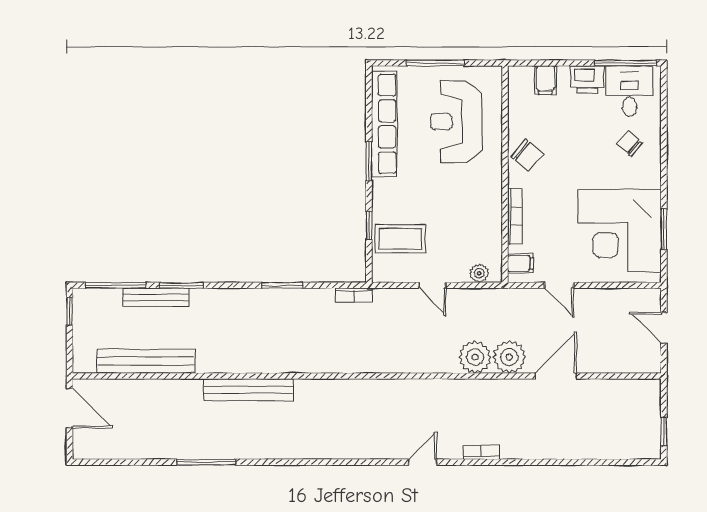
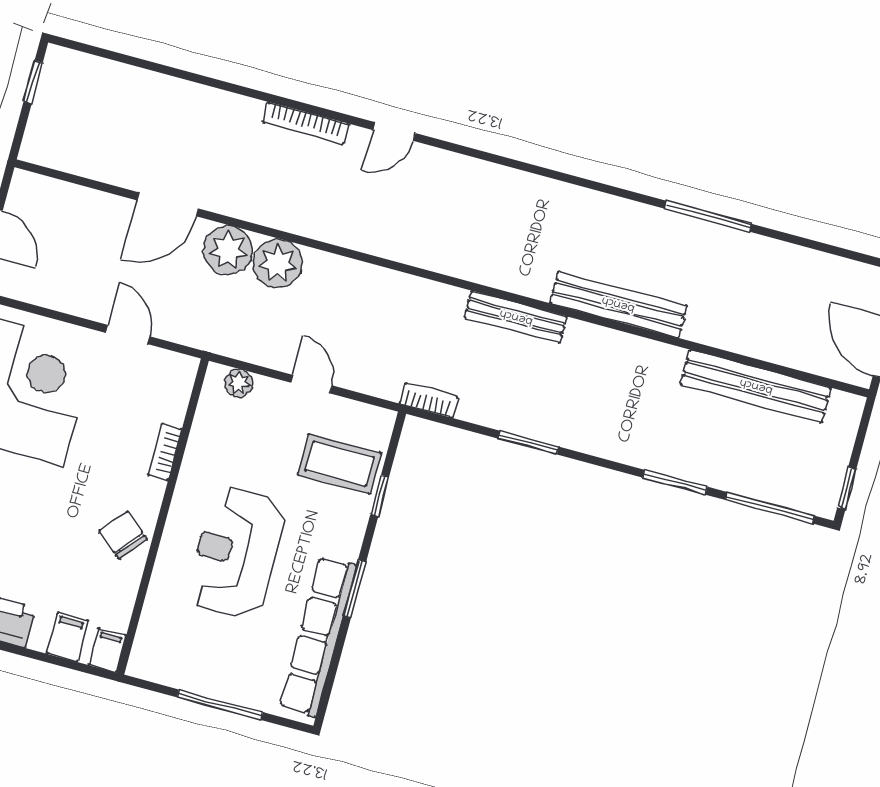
reception desk: (456, 122) -> (236, 552), moved, turned 180
bookcase: (515, 216) -> (165, 452), width x0.64
filing cabinet: (521, 263) -> (107, 650), moved, turned 90
bench: (156, 297) -> (516, 317), moved
bookcase: (481, 452) -> (306, 123), width x1.56

